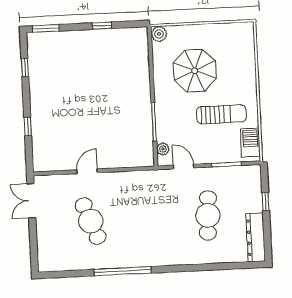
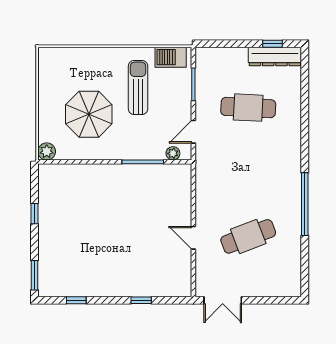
window: (266, 202) -> (272, 44), moved

